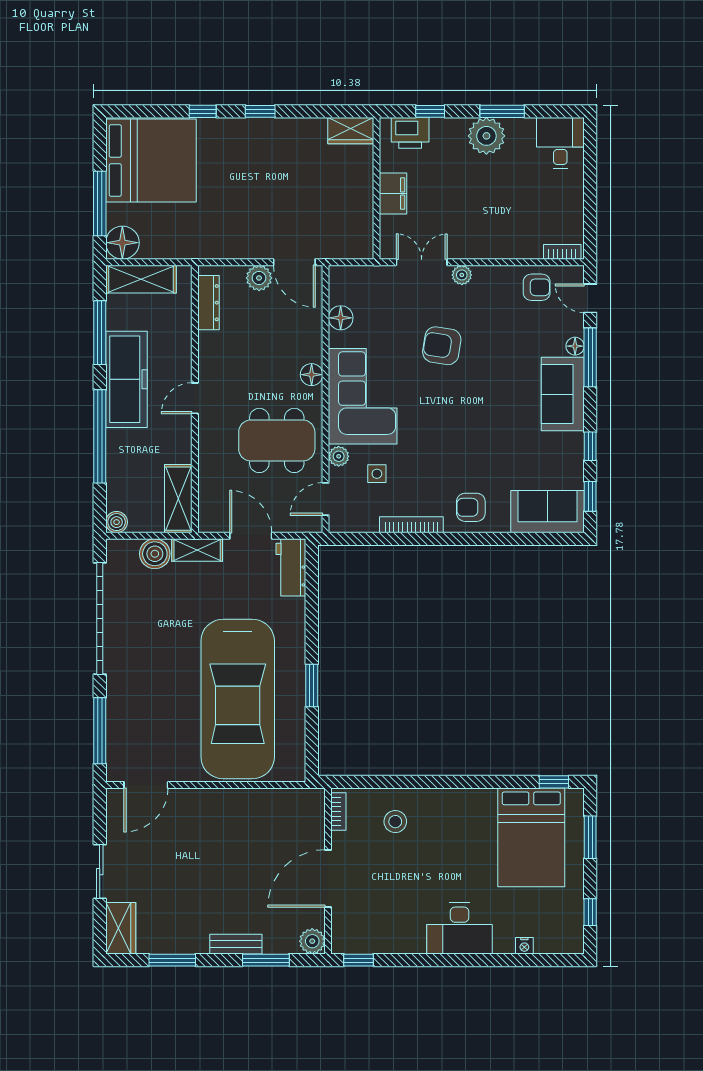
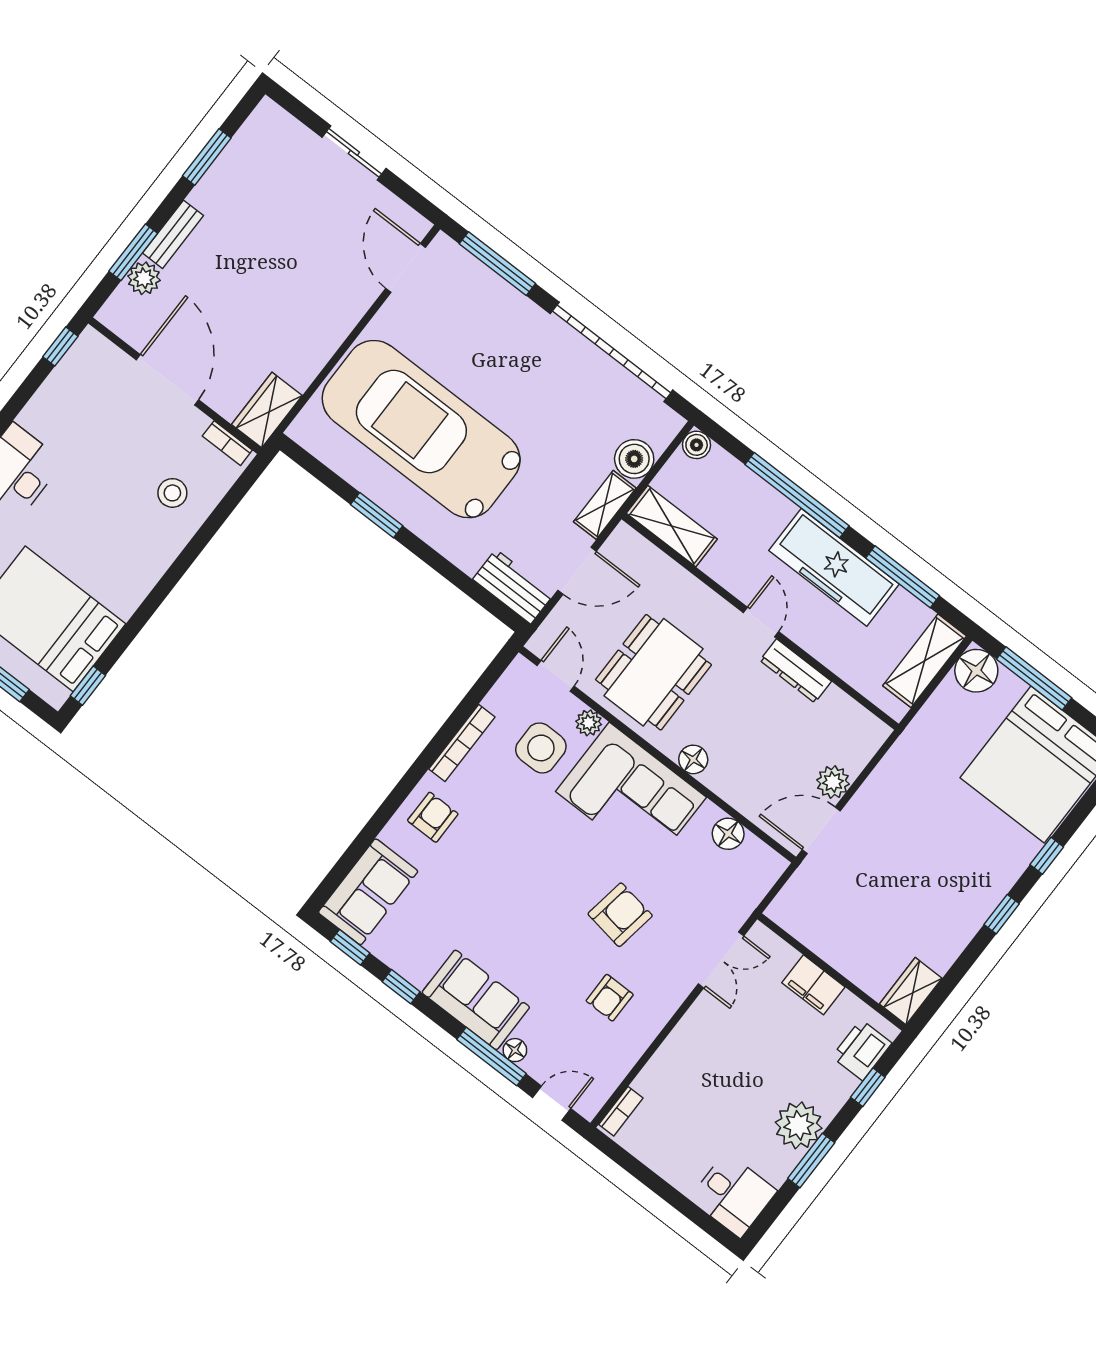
plant: (462, 275) -> (676, 991), removed
armchair: (537, 287) -> (610, 998), moved
dresser: (208, 303) -> (796, 671), moved
side table: (377, 474) -> (541, 748), width x1.87, depth x1.87
wardrobe: (121, 928) -> (267, 410), moved, turned 90
plant: (312, 941) -> (144, 278), moved

